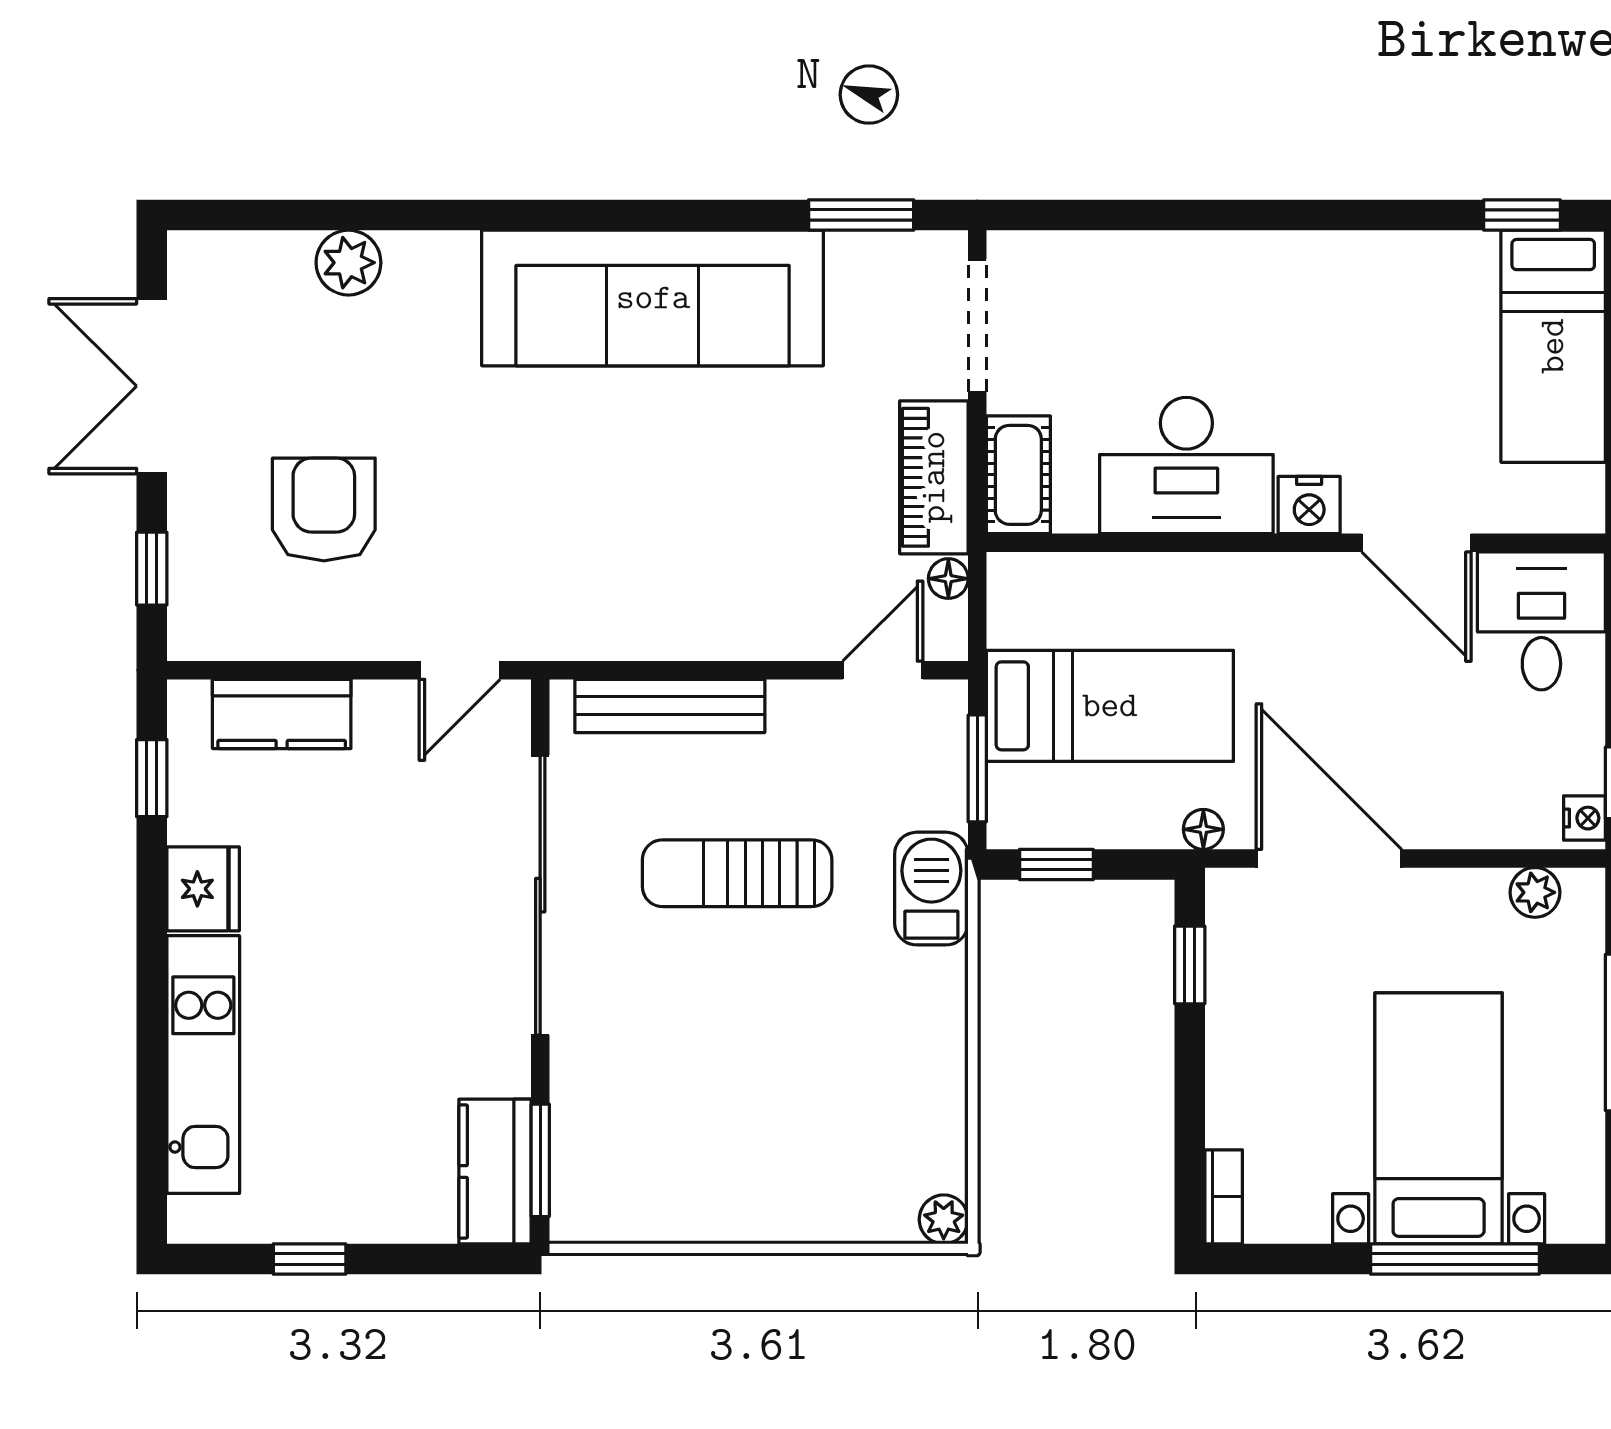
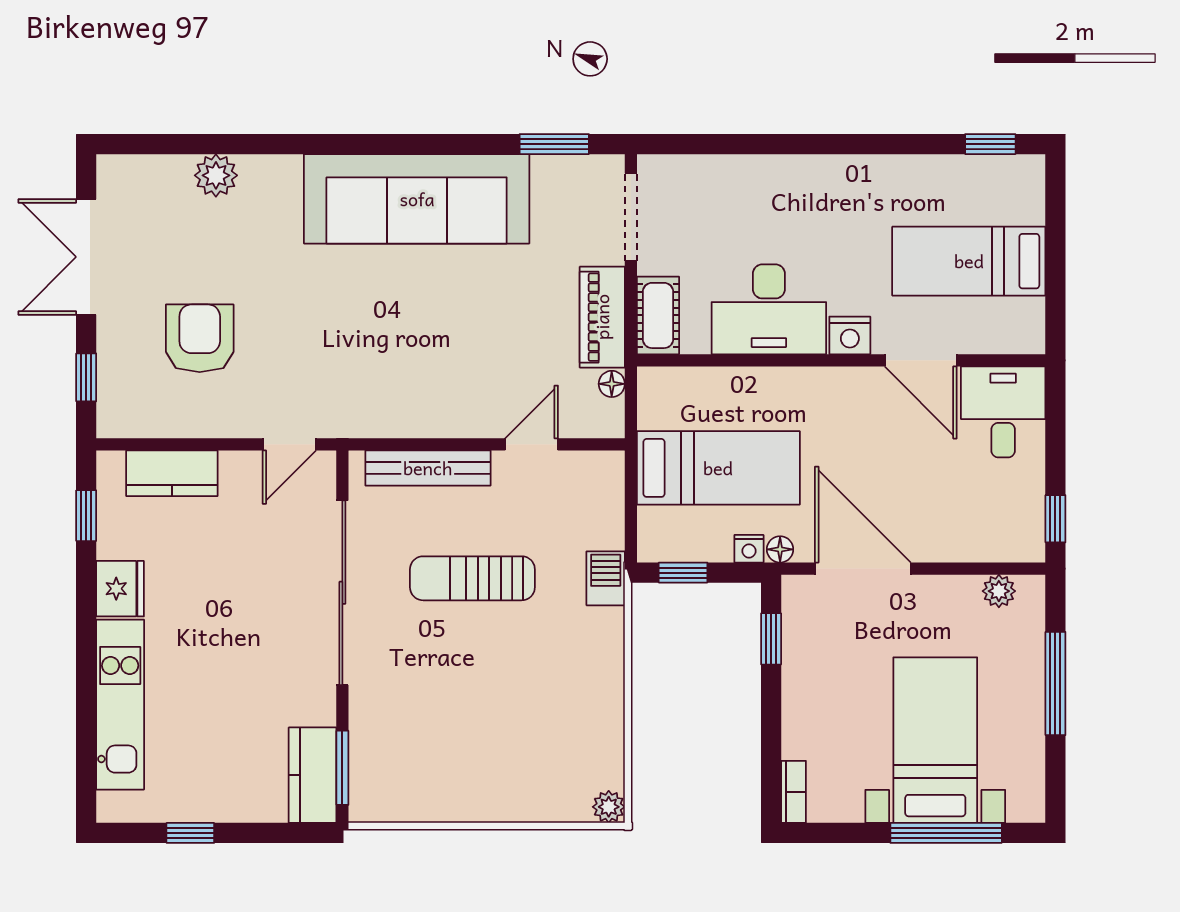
bed: (1553, 346) -> (969, 261), moved, turned 90
door: (883, 670) -> (532, 444), moved
window: (977, 768) -> (631, 509), removed
nightstand: (1585, 818) -> (749, 549), moved, turned 90
barbecue: (931, 889) -> (606, 578), width x0.73, depth x0.79

